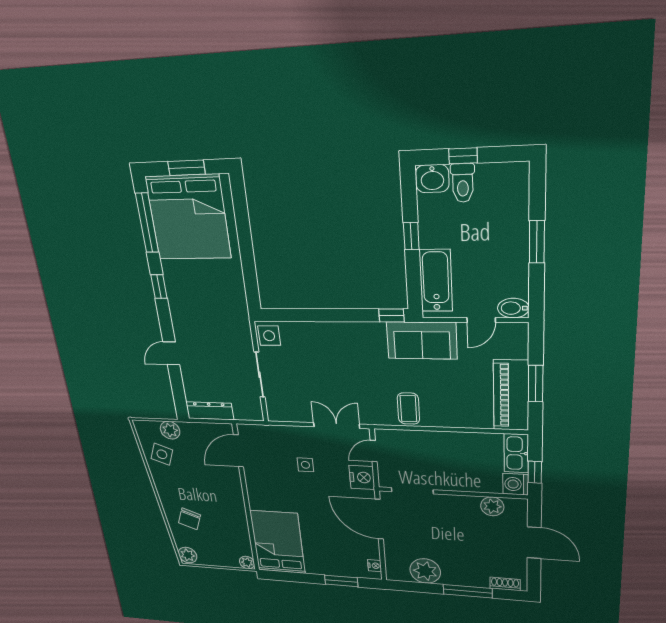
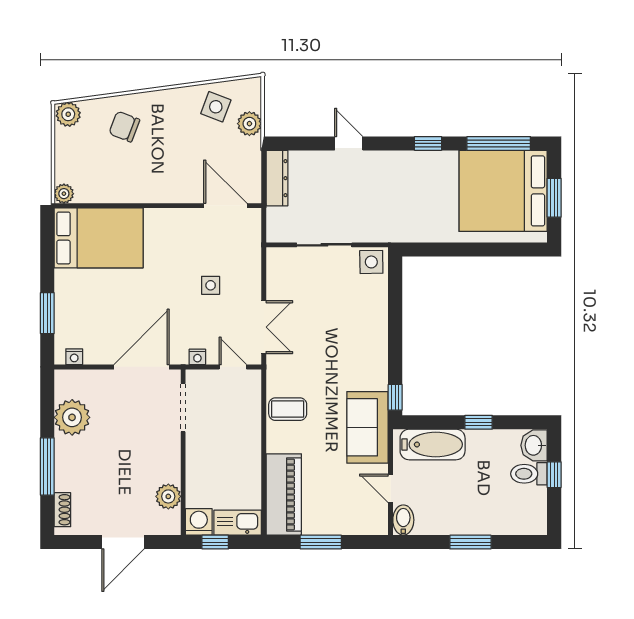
piano: (511, 395) -> (284, 494), moved, turned 90
nightstand: (362, 477) -> (197, 357), width x0.53, depth x0.56

